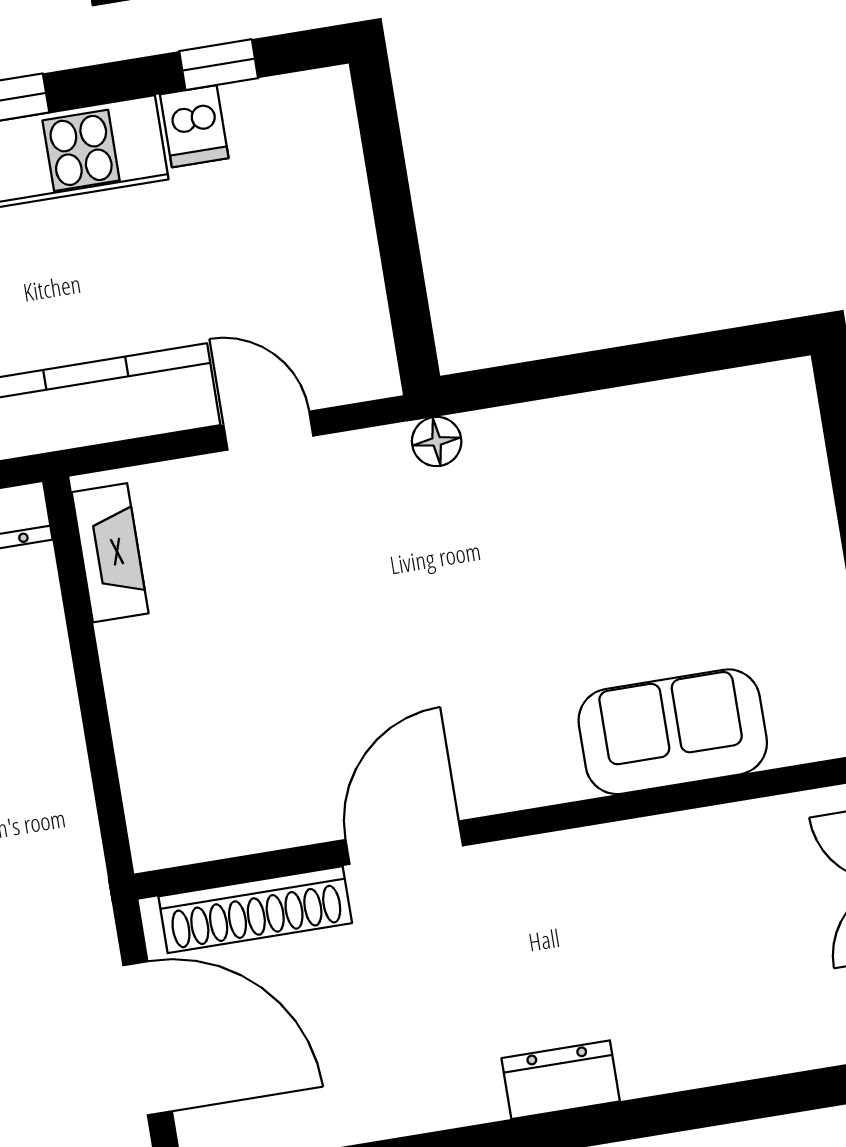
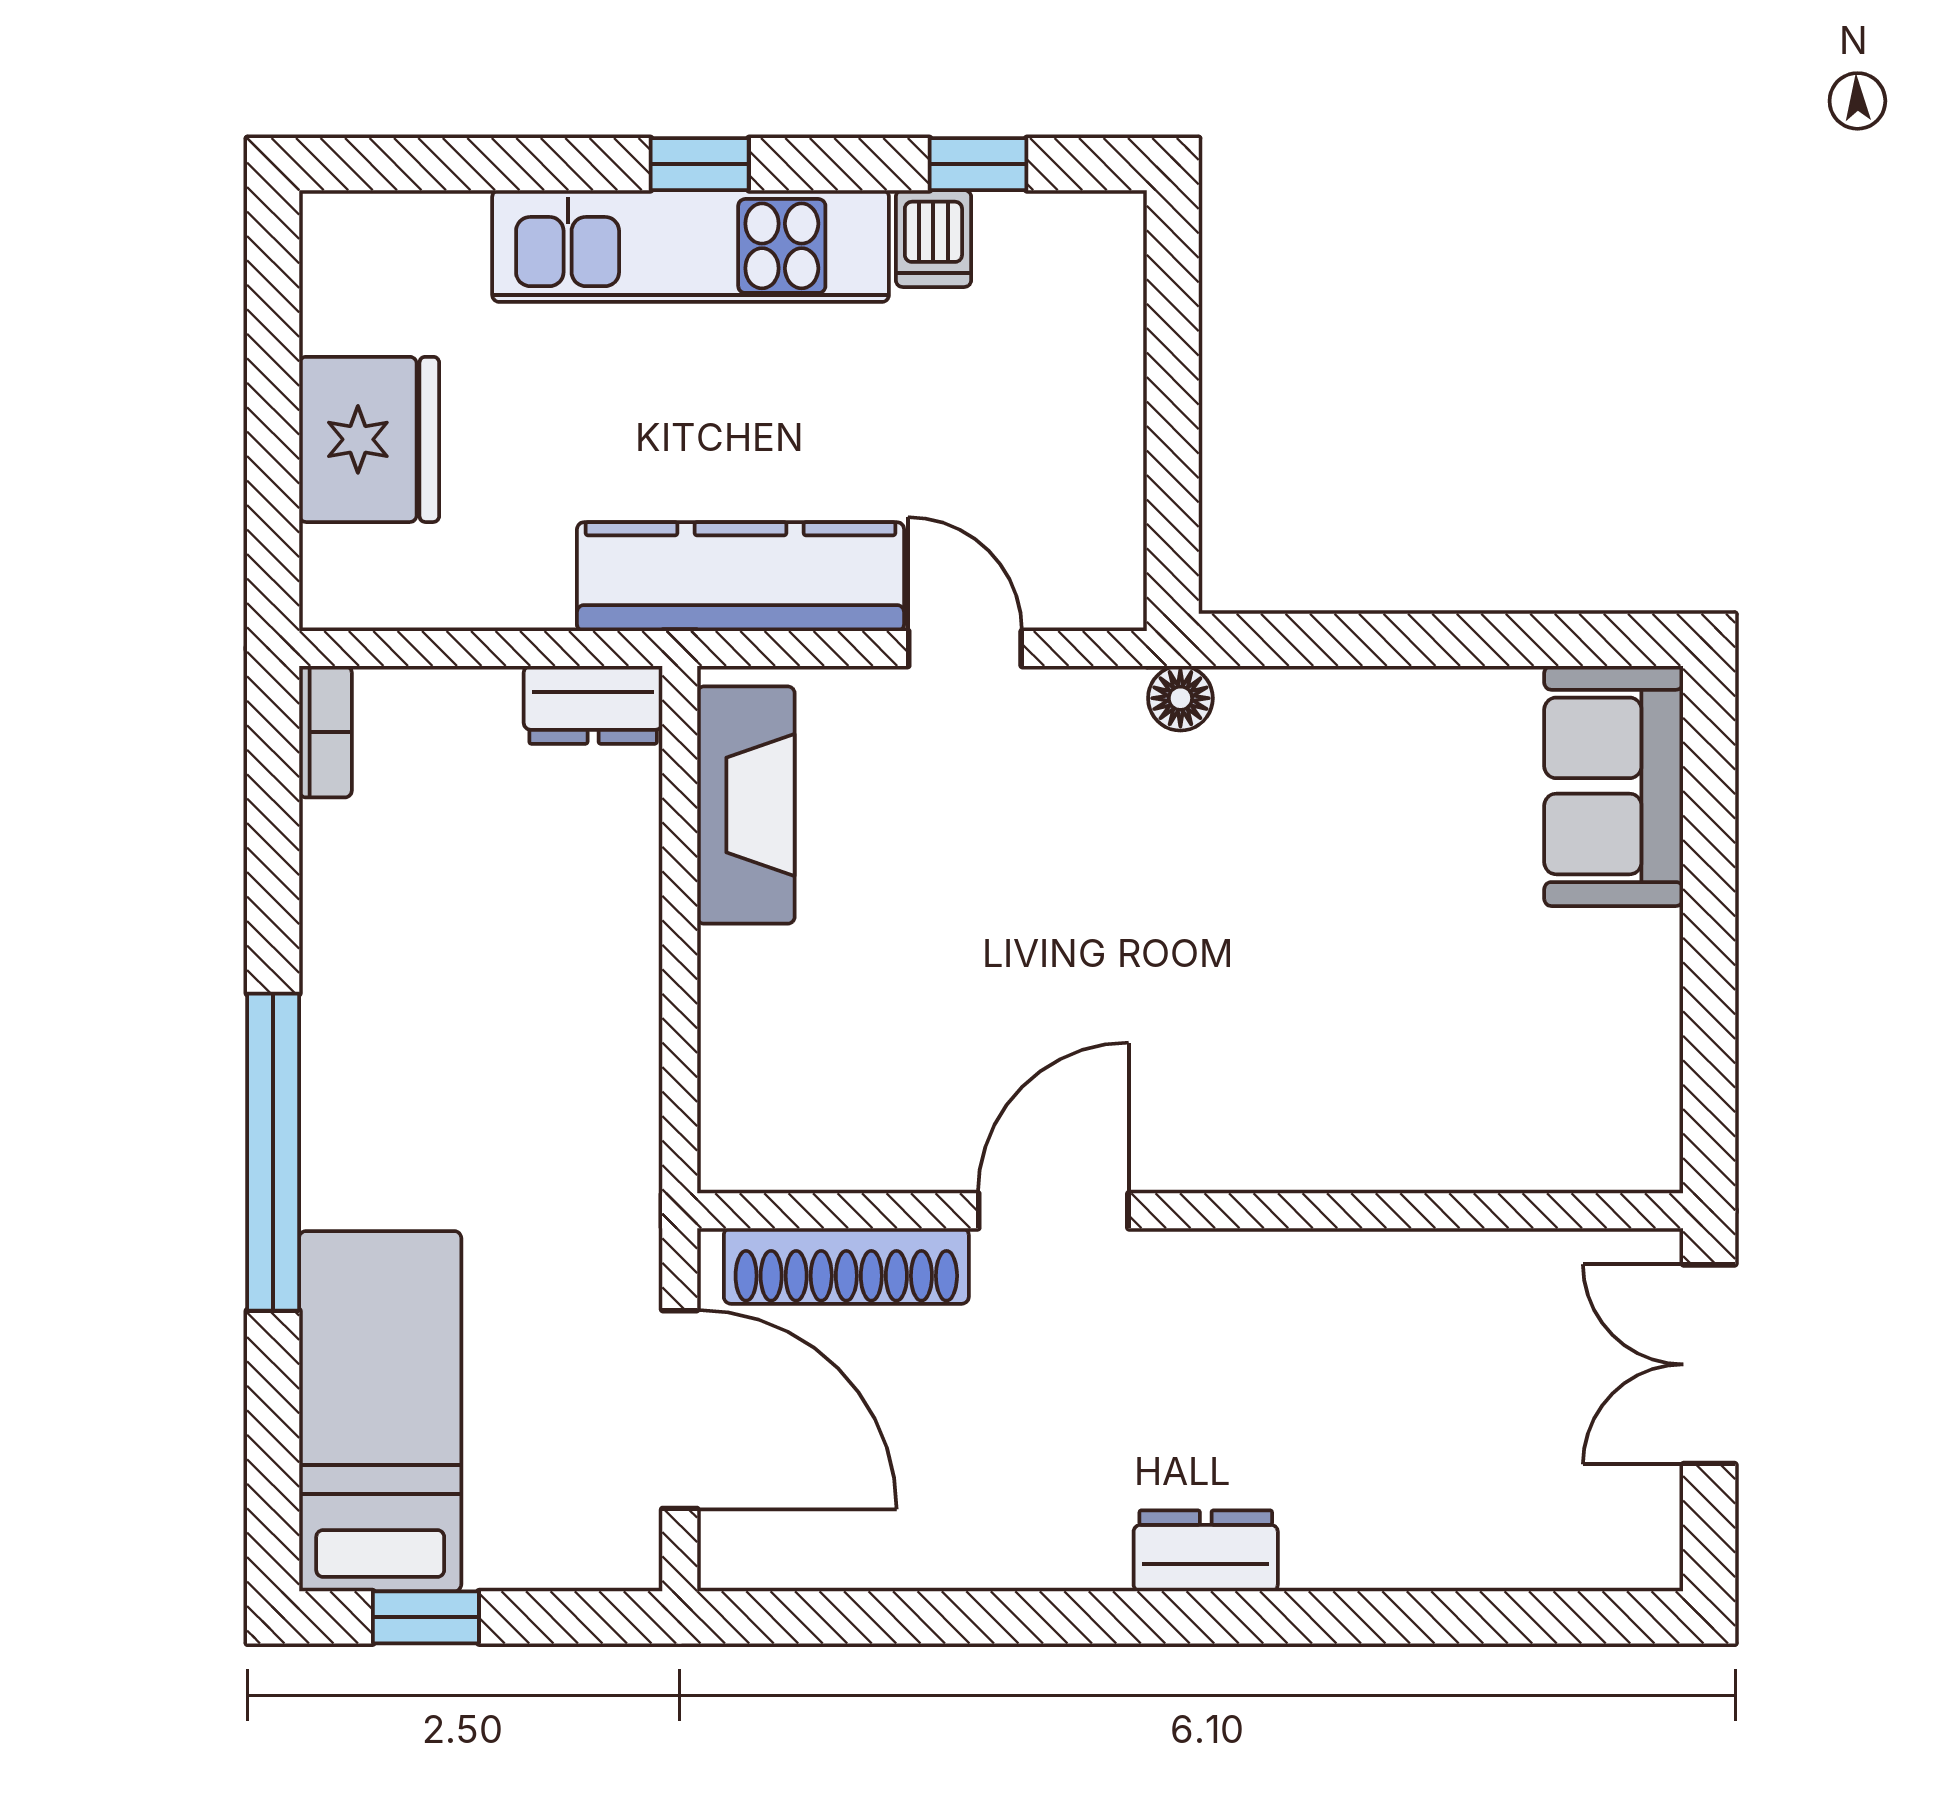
fireplace: (110, 553) -> (746, 805), width x1.37, depth x1.32
sofa: (673, 732) -> (1614, 786), moved, turned -90

